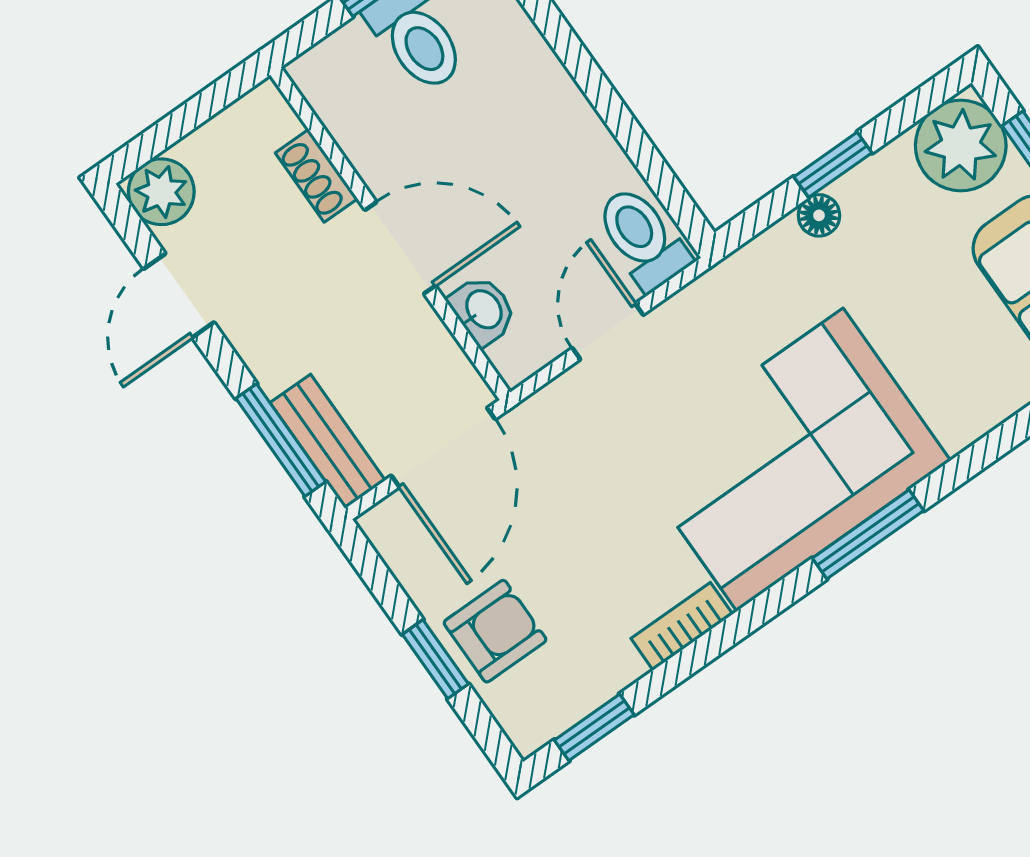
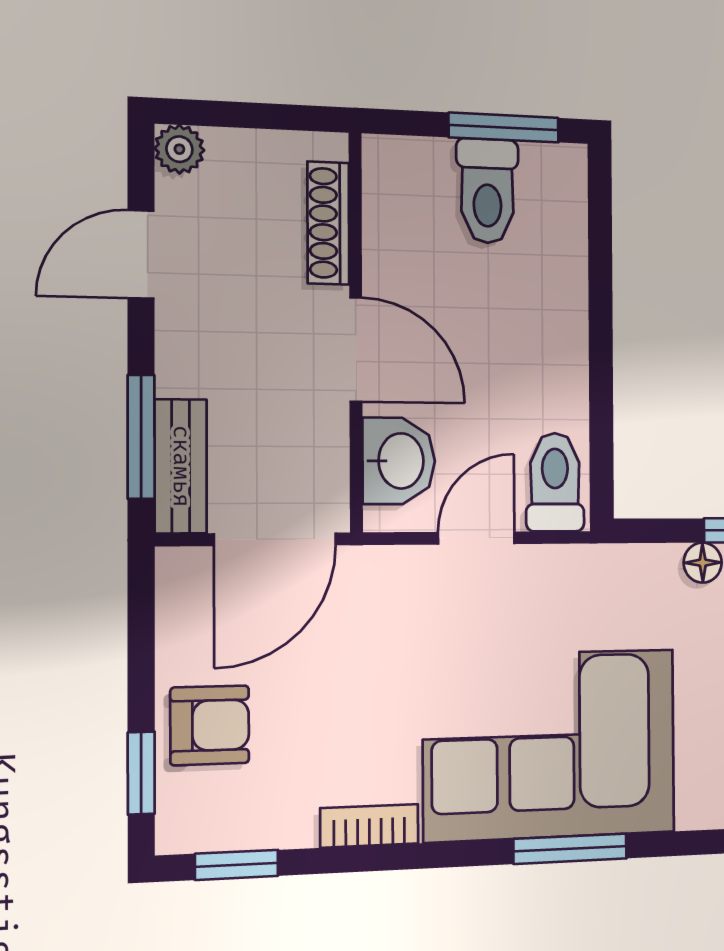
shoe rack: (316, 176) -> (328, 223), width x1.43
plant: (161, 192) -> (179, 149), width x0.73, depth x0.73
washbasin: (483, 310) -> (399, 461), width x1.38, depth x1.45
window: (435, 659) -> (141, 773), moved

